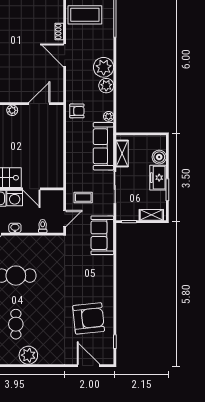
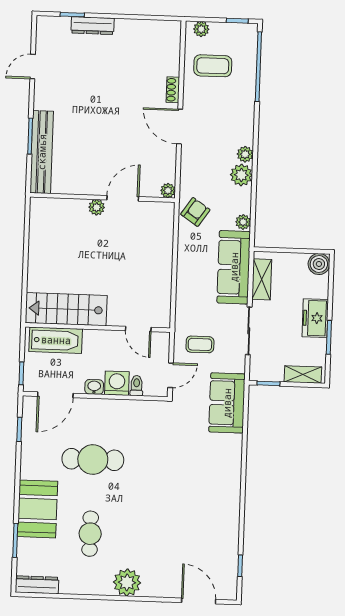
coffee table: (85, 15) -> (213, 66), width x0.73, depth x0.76
plant: (104, 67) -> (245, 154), width x0.53, depth x0.53
plant: (59, 98) -> (168, 191), added
door: (39, 104) -> (123, 198), moved
armchair: (77, 111) -> (195, 212), turned -56
boiler: (159, 157) -> (319, 264), moved
door: (32, 189) -> (138, 329), moved
washing machine: (15, 198) -> (117, 383), moved, turned 180
armchair: (89, 318) -> (201, 529), removed
plant: (28, 355) -> (127, 582), moved

